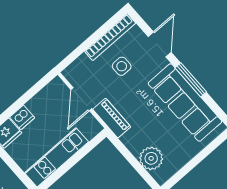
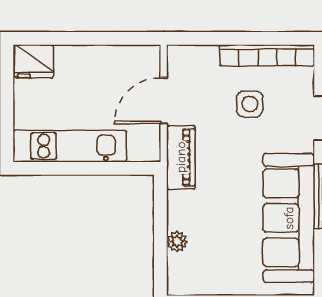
dishwasher: (22, 117) -> (71, 59), removed
plant: (151, 158) -> (177, 241), width x0.53, depth x0.53

